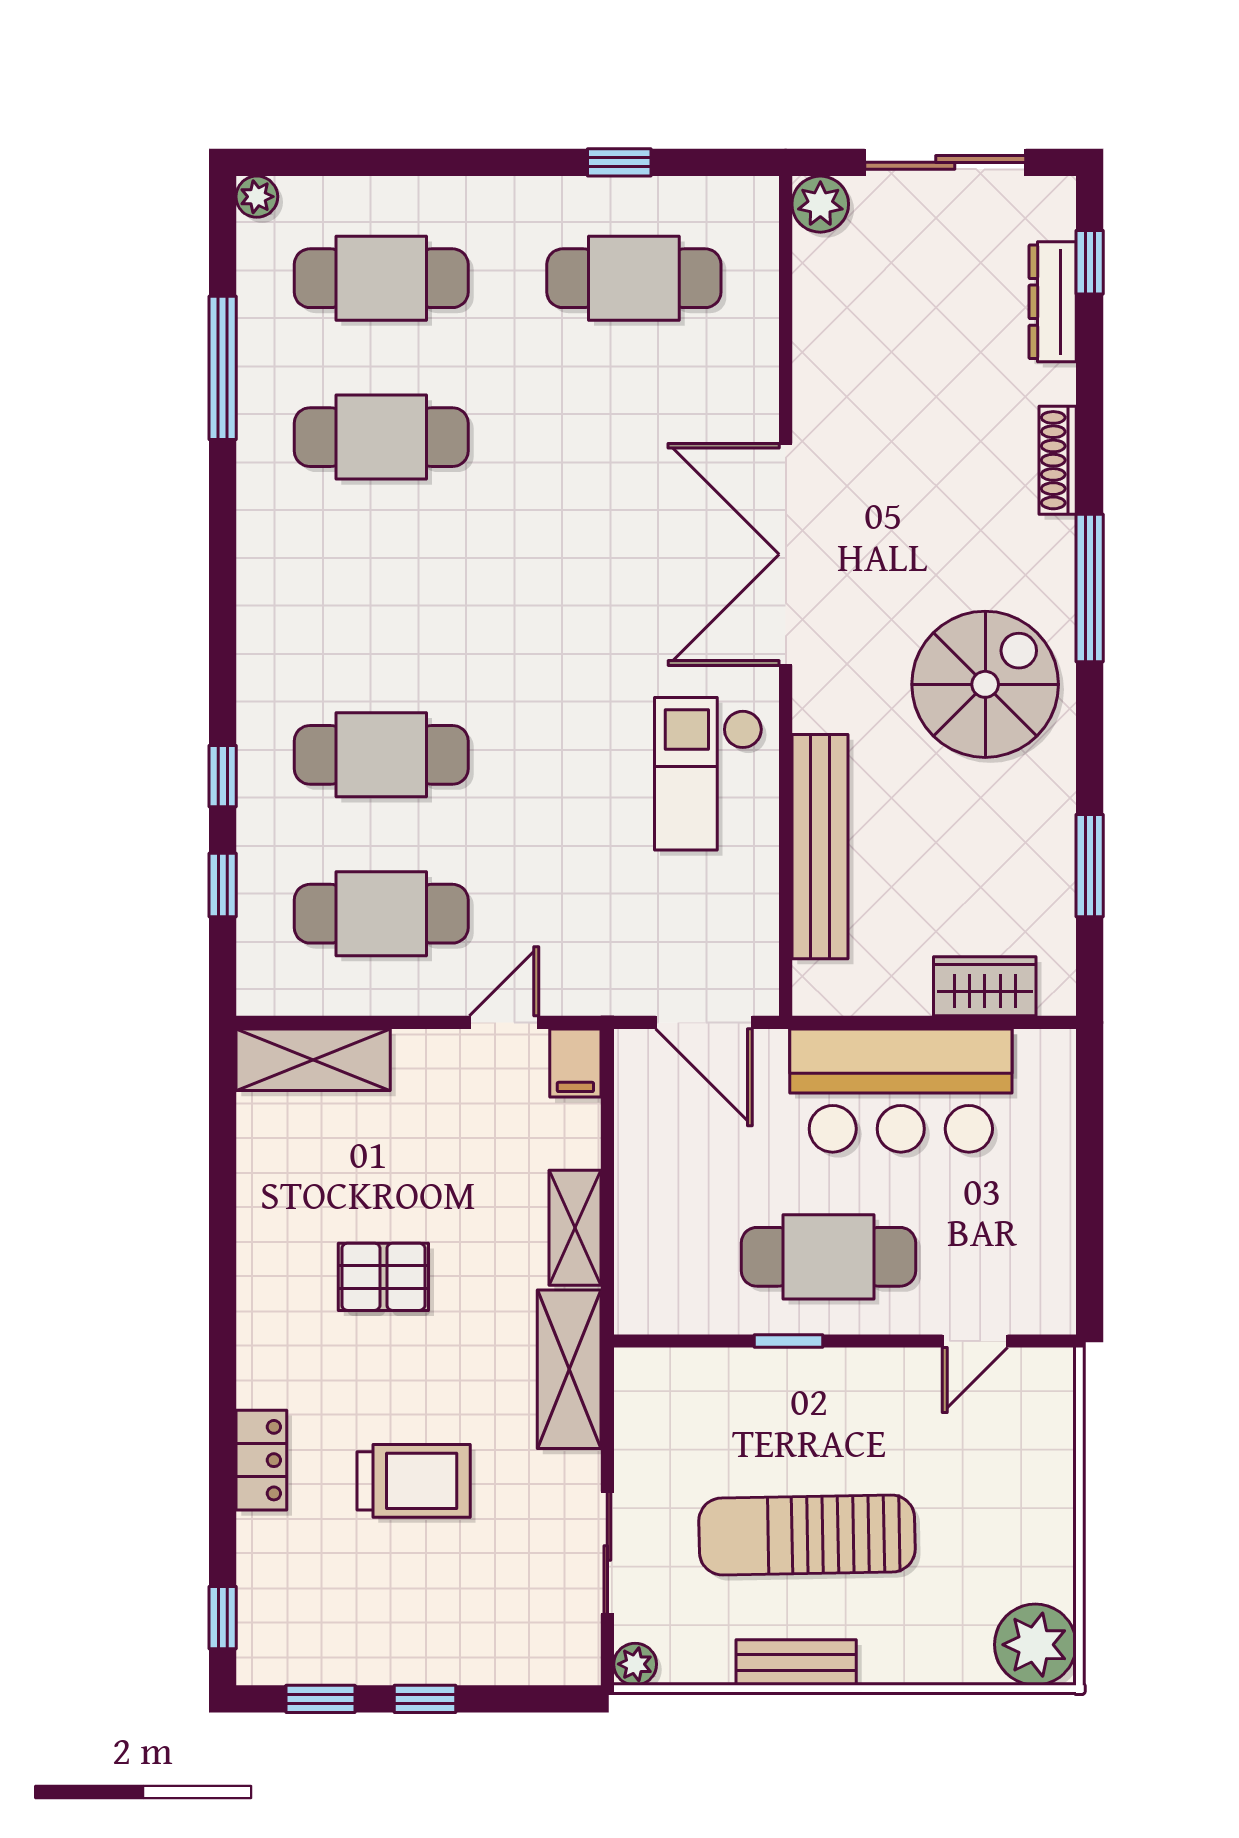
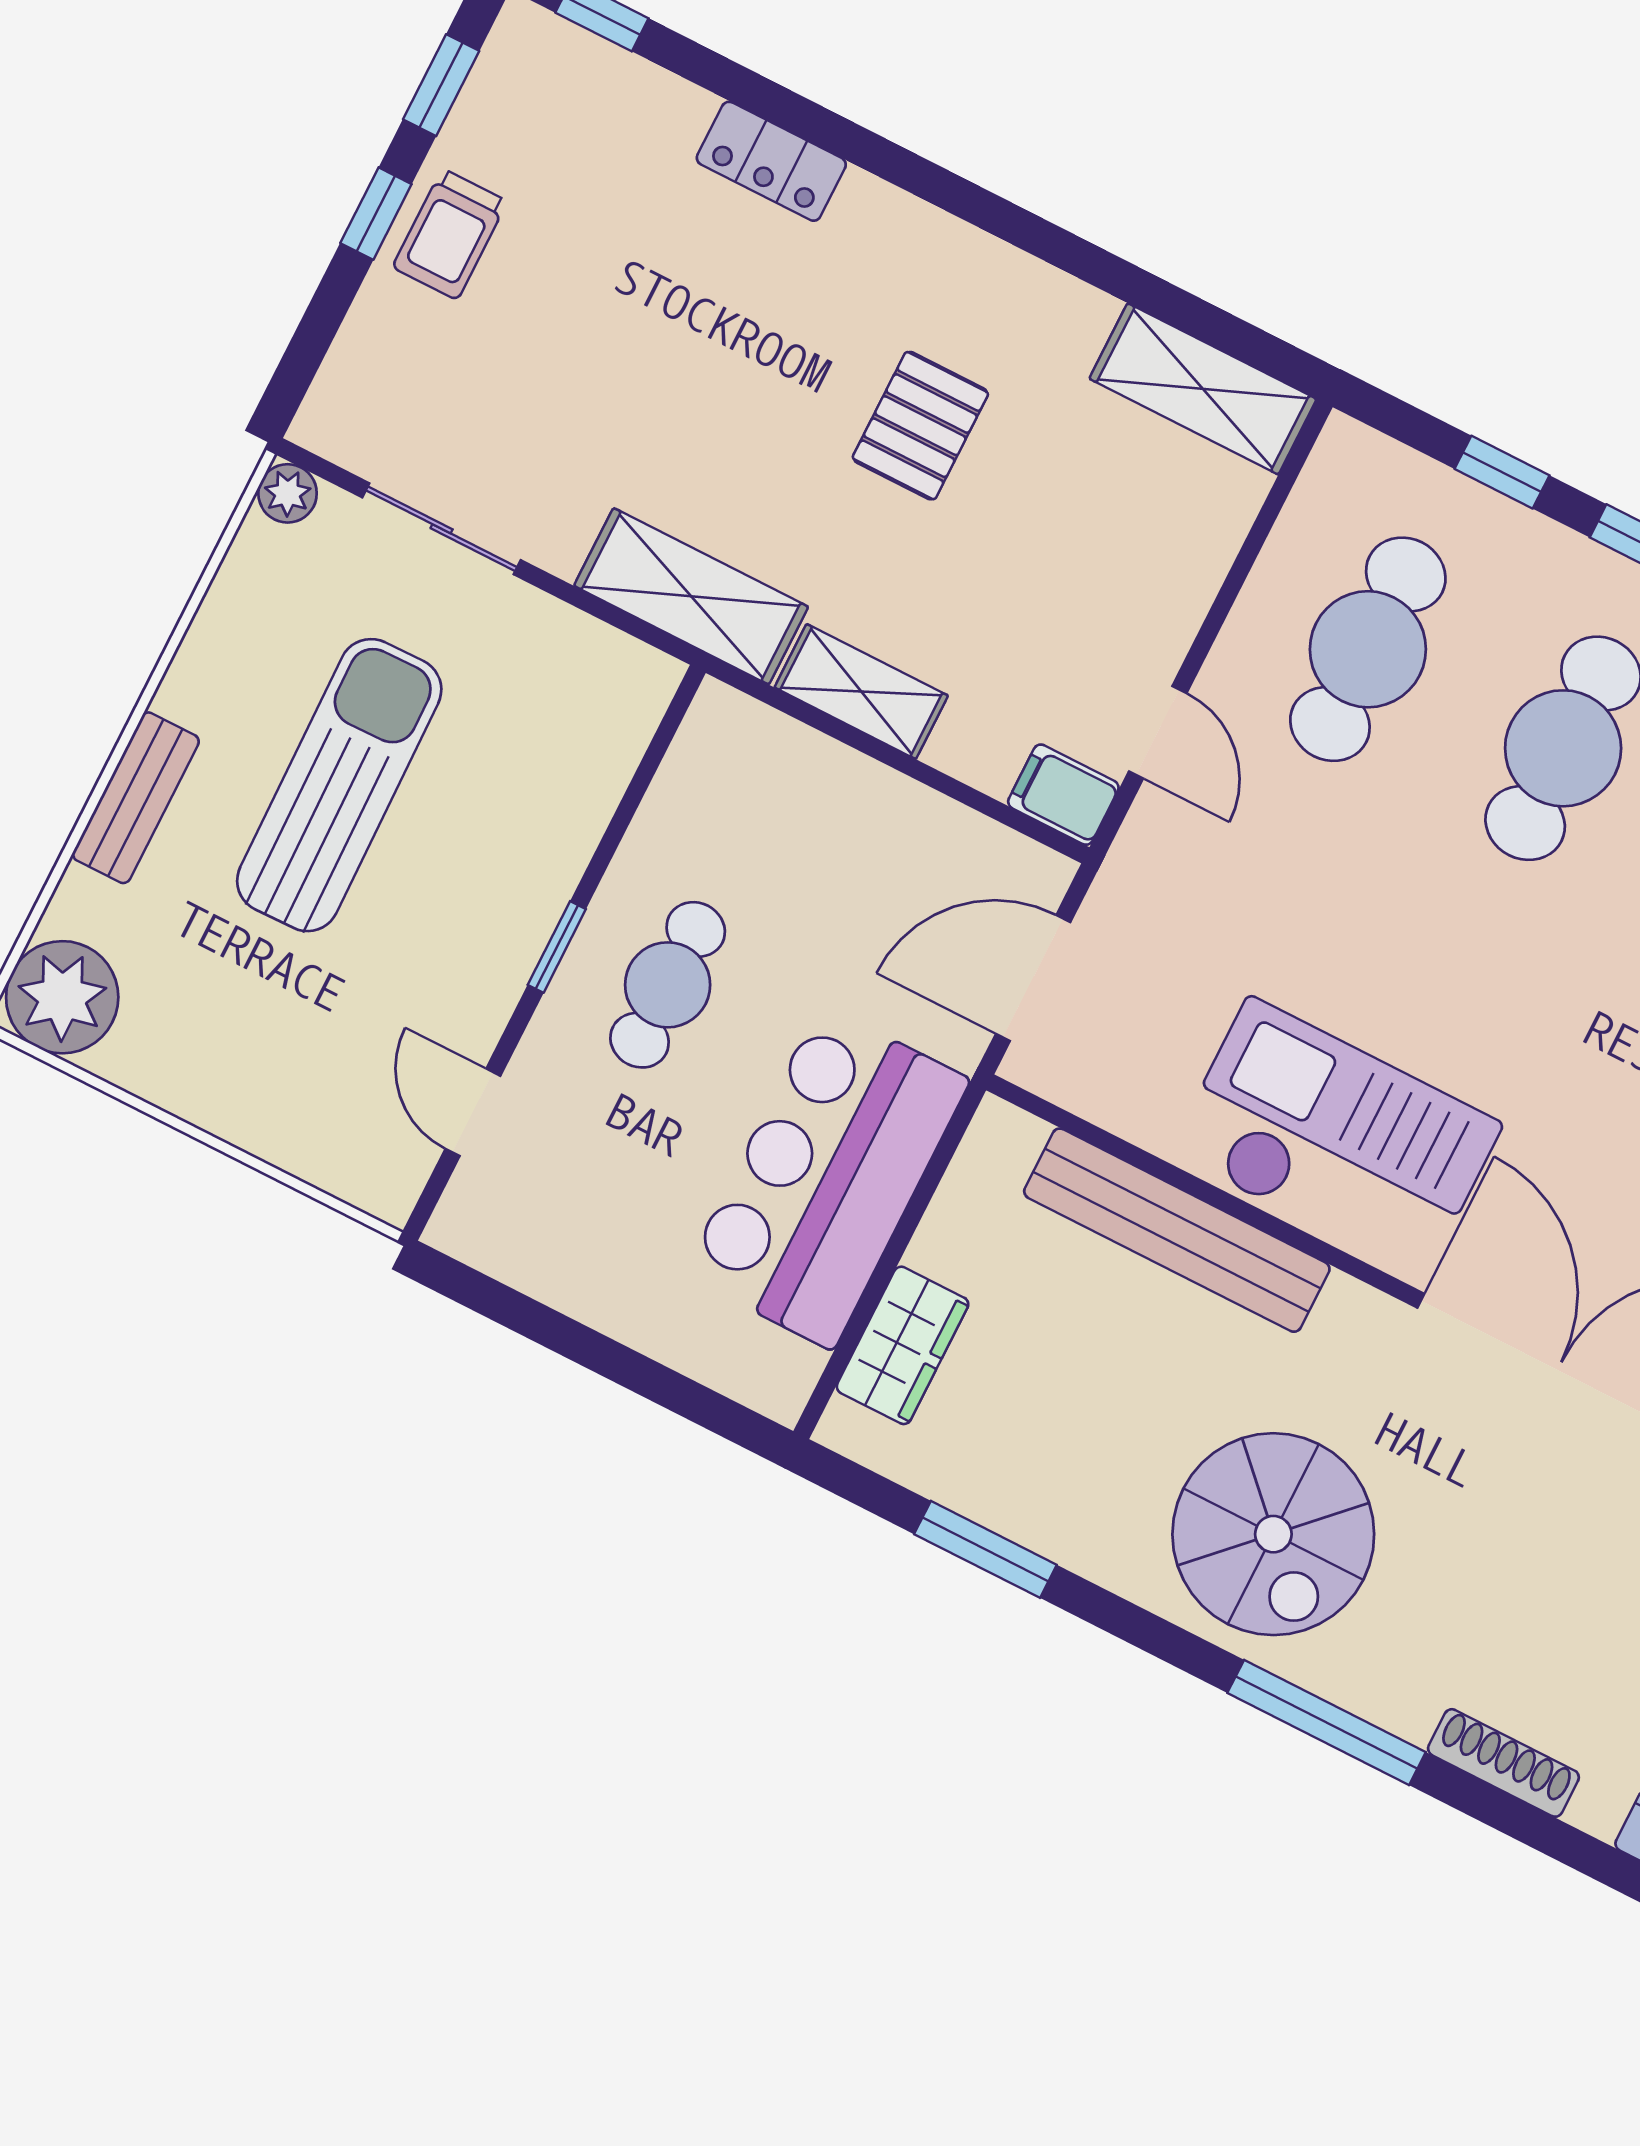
checkout: (708, 774) -> (1336, 1138), width x1.36, depth x1.21
shelving: (313, 1060) -> (1203, 389), moved, turned 90
cafe table: (828, 1257) -> (668, 985), width x0.73, depth x0.74
window: (788, 1341) -> (557, 947), moved
trolley: (414, 1481) -> (450, 234), moved, width x0.73, depth x0.72
bench: (796, 1663) -> (136, 798), moved

